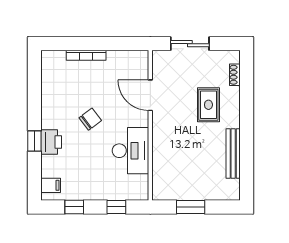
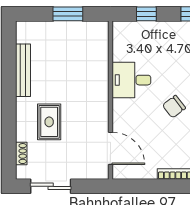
sliding door: (190, 44) -> (51, 186), moved
door: (150, 95) -> (110, 148), moved
desk: (131, 151) -> (131, 80), width x0.73

